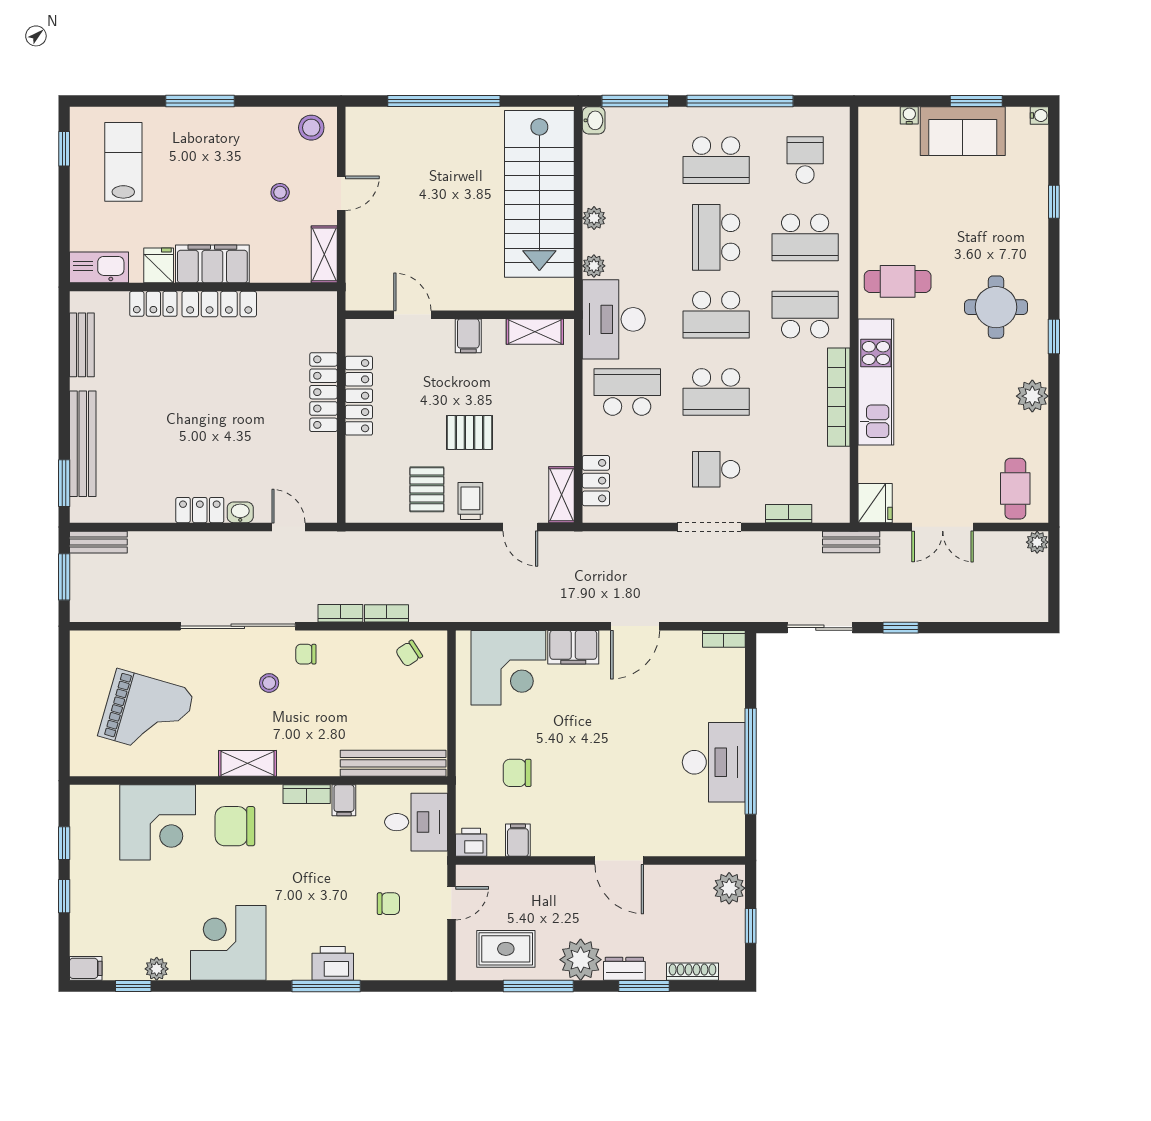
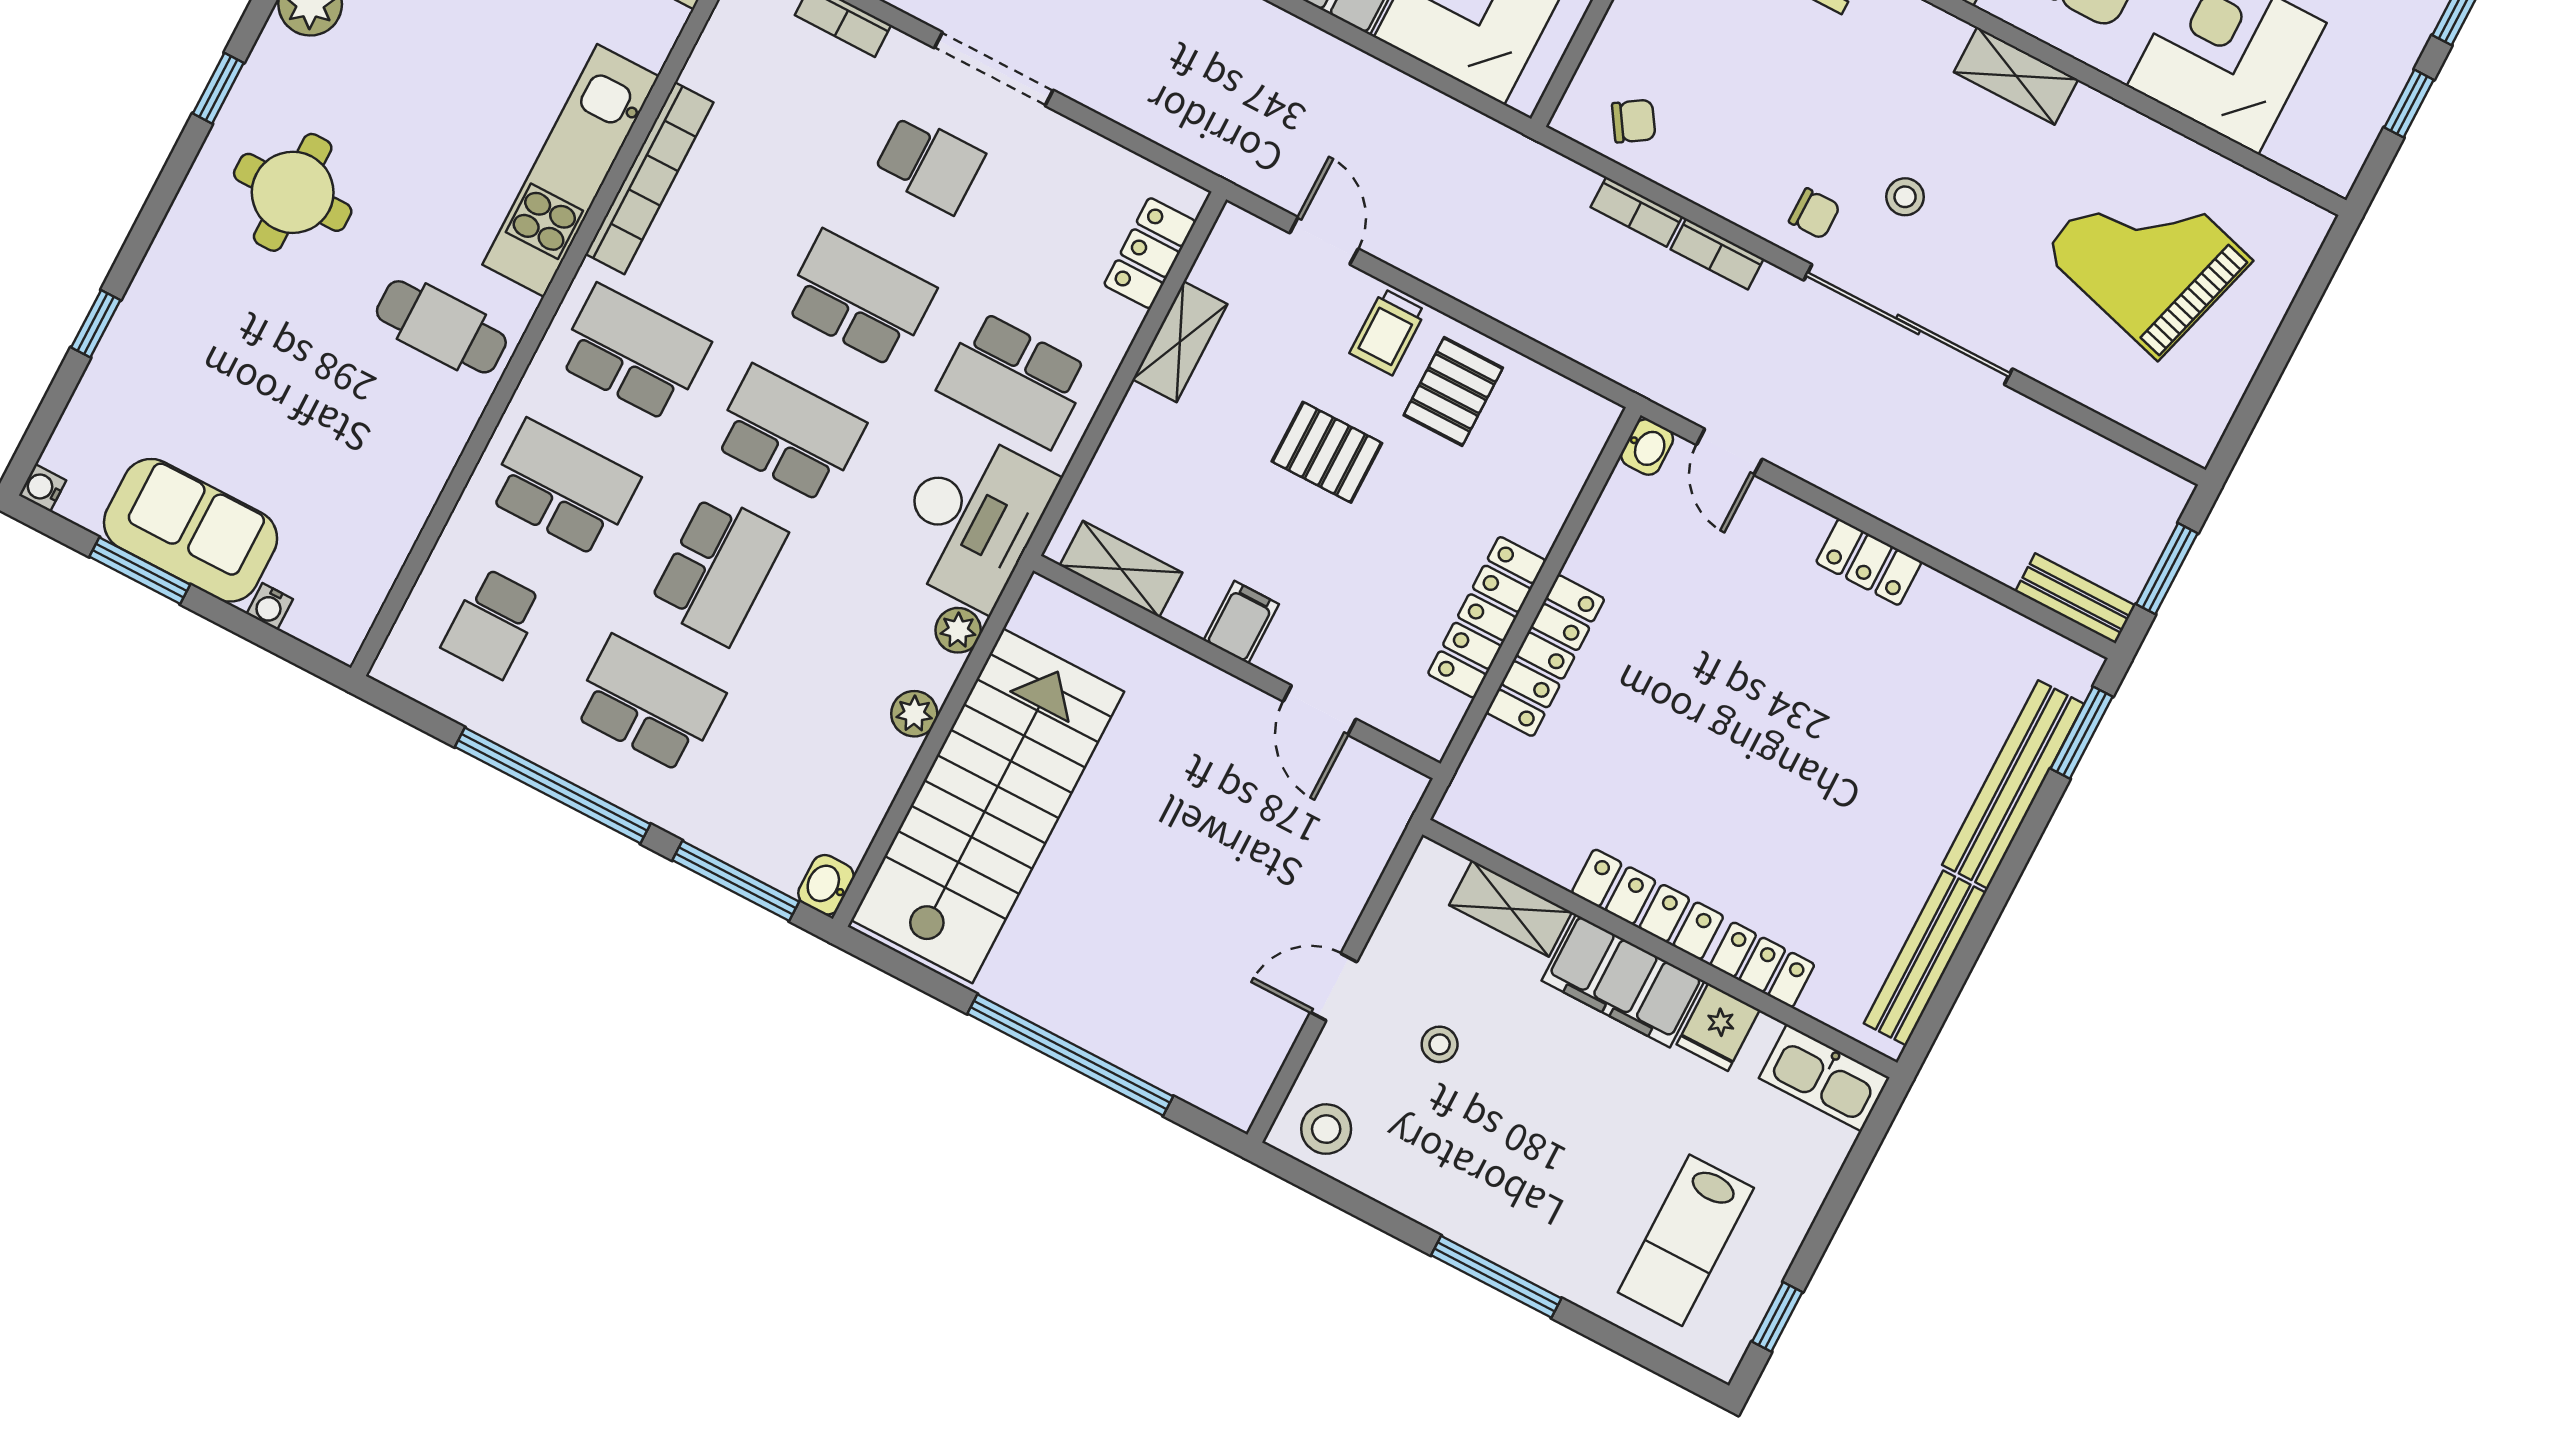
shelving: (324, 254) -> (1511, 909), moved, turned 90
school desk: (805, 315) -> (633, 353), turned 180
bench: (82, 345) -> (1925, 958), width x1.36
shelving: (562, 495) -> (1180, 342), moved
washbasin: (240, 512) -> (1647, 447), moved, turned -90

